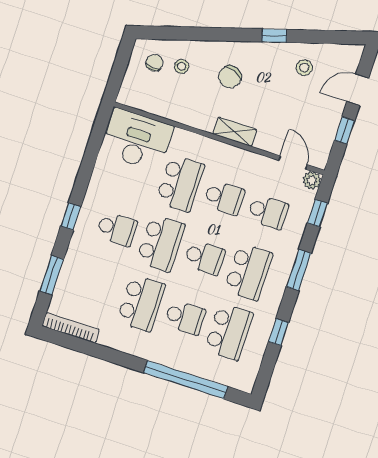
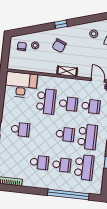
window: (274, 36) -> (61, 24), moved
school desk: (161, 243) -> (43, 132), removed
school desk: (141, 303) -> (39, 162), width x0.54

